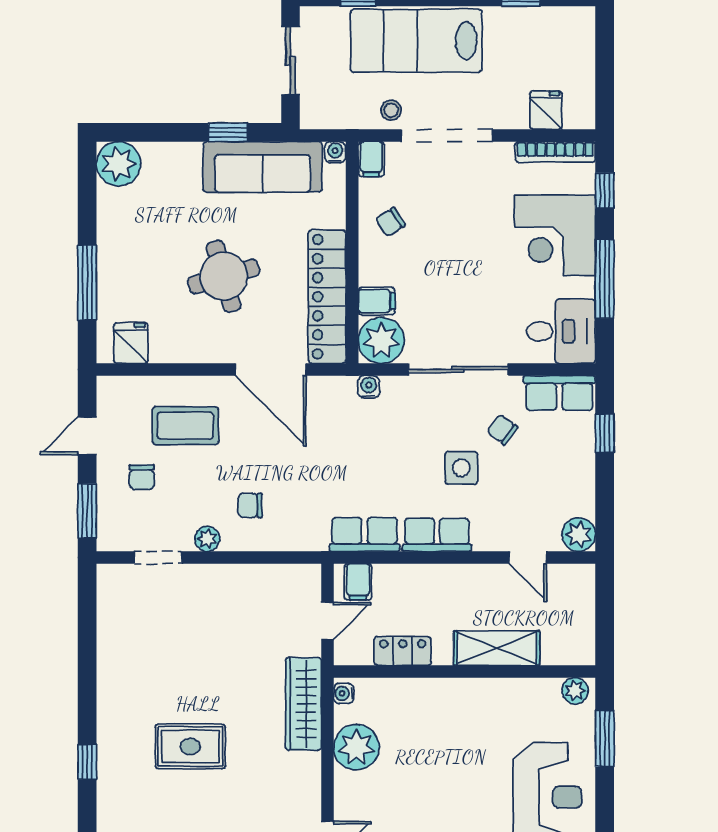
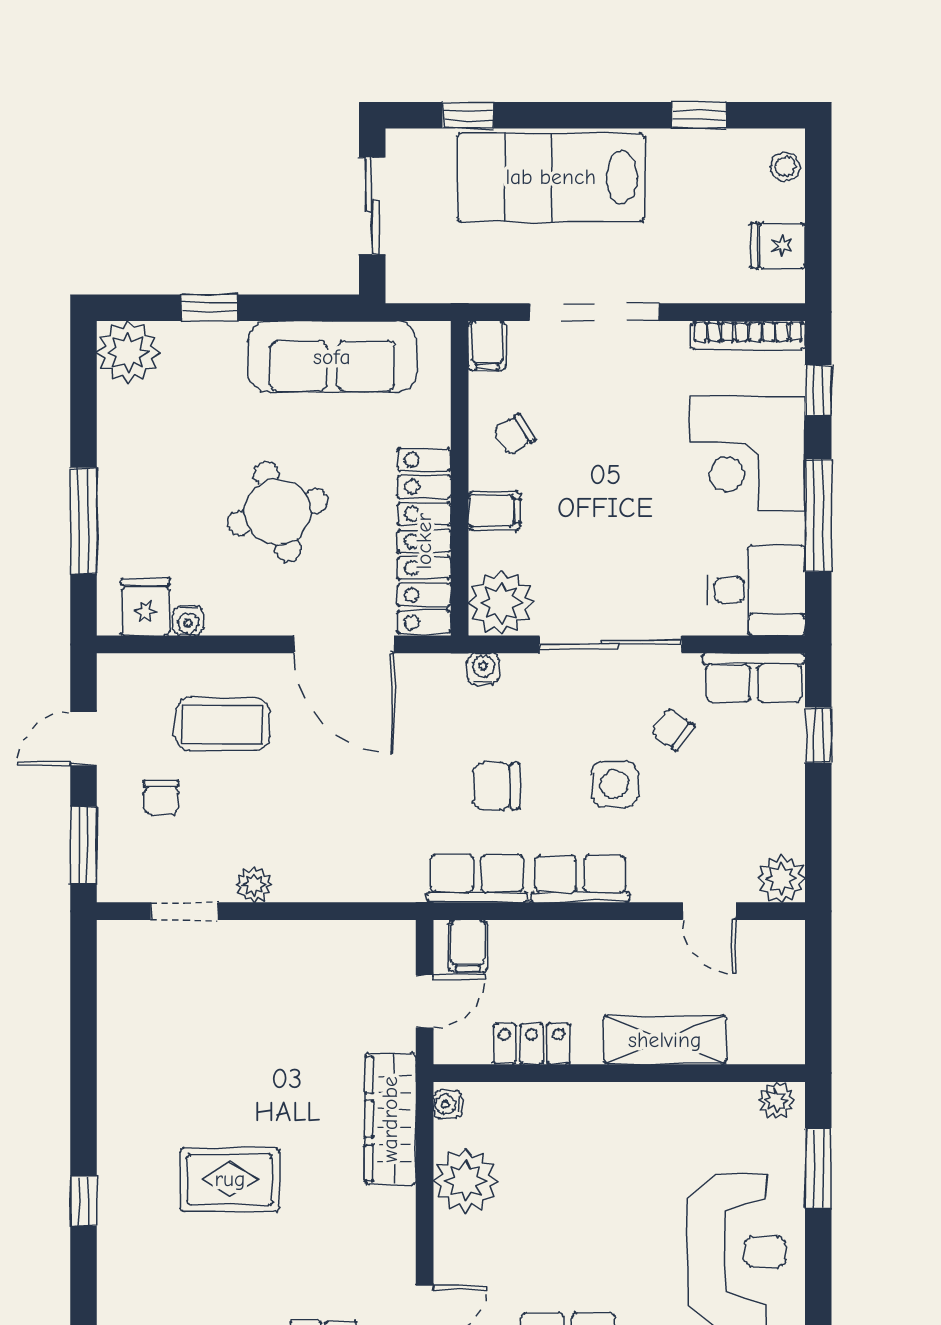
stool: (391, 110) -> (785, 167), moved
fridge: (546, 110) -> (778, 246), moved, turned -90
window: (228, 132) -> (209, 308), moved
water cooler: (335, 152) -> (188, 621), moved, turned 180
filing cabinet: (377, 301) -> (494, 511), moved
chair: (250, 505) -> (496, 786), moved, width x1.37, depth x1.37

